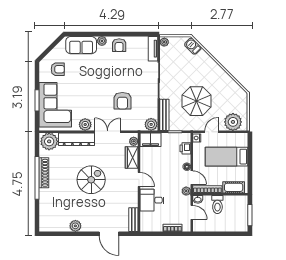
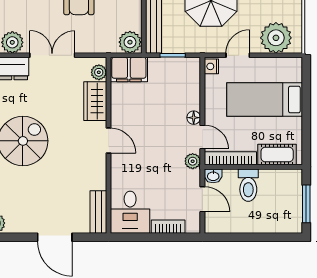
printer: (185, 148) -> (191, 85), removed
desk: (152, 200) -> (130, 212), moved, turned -90

